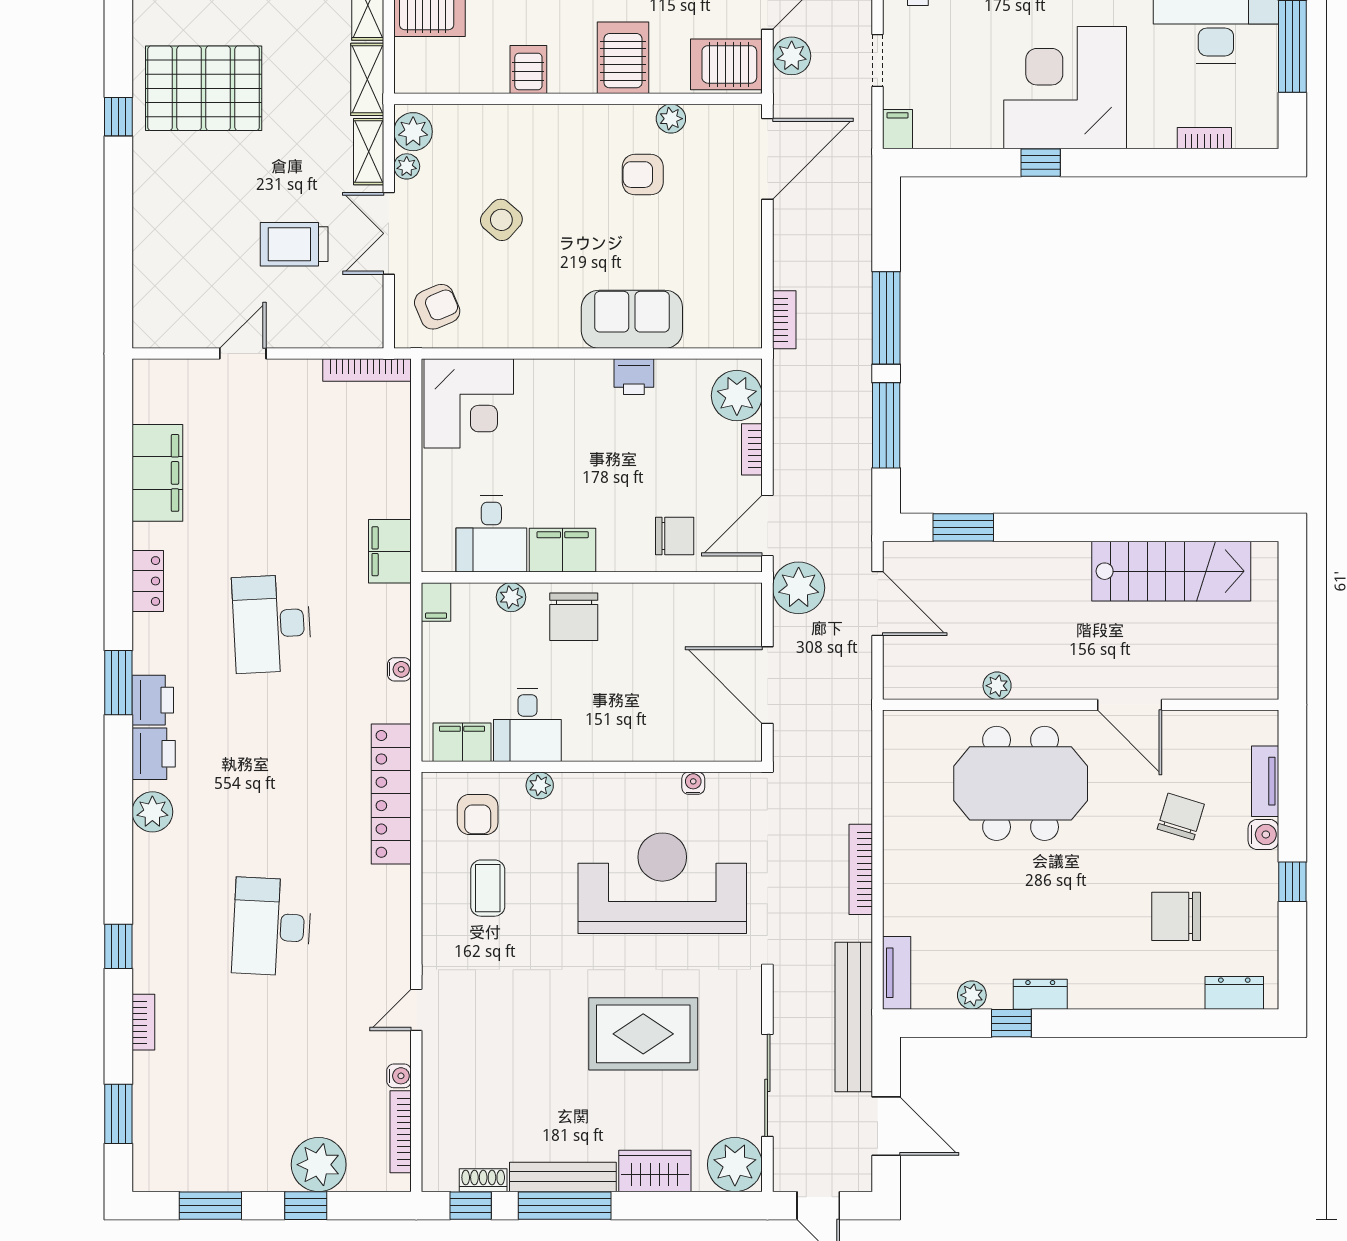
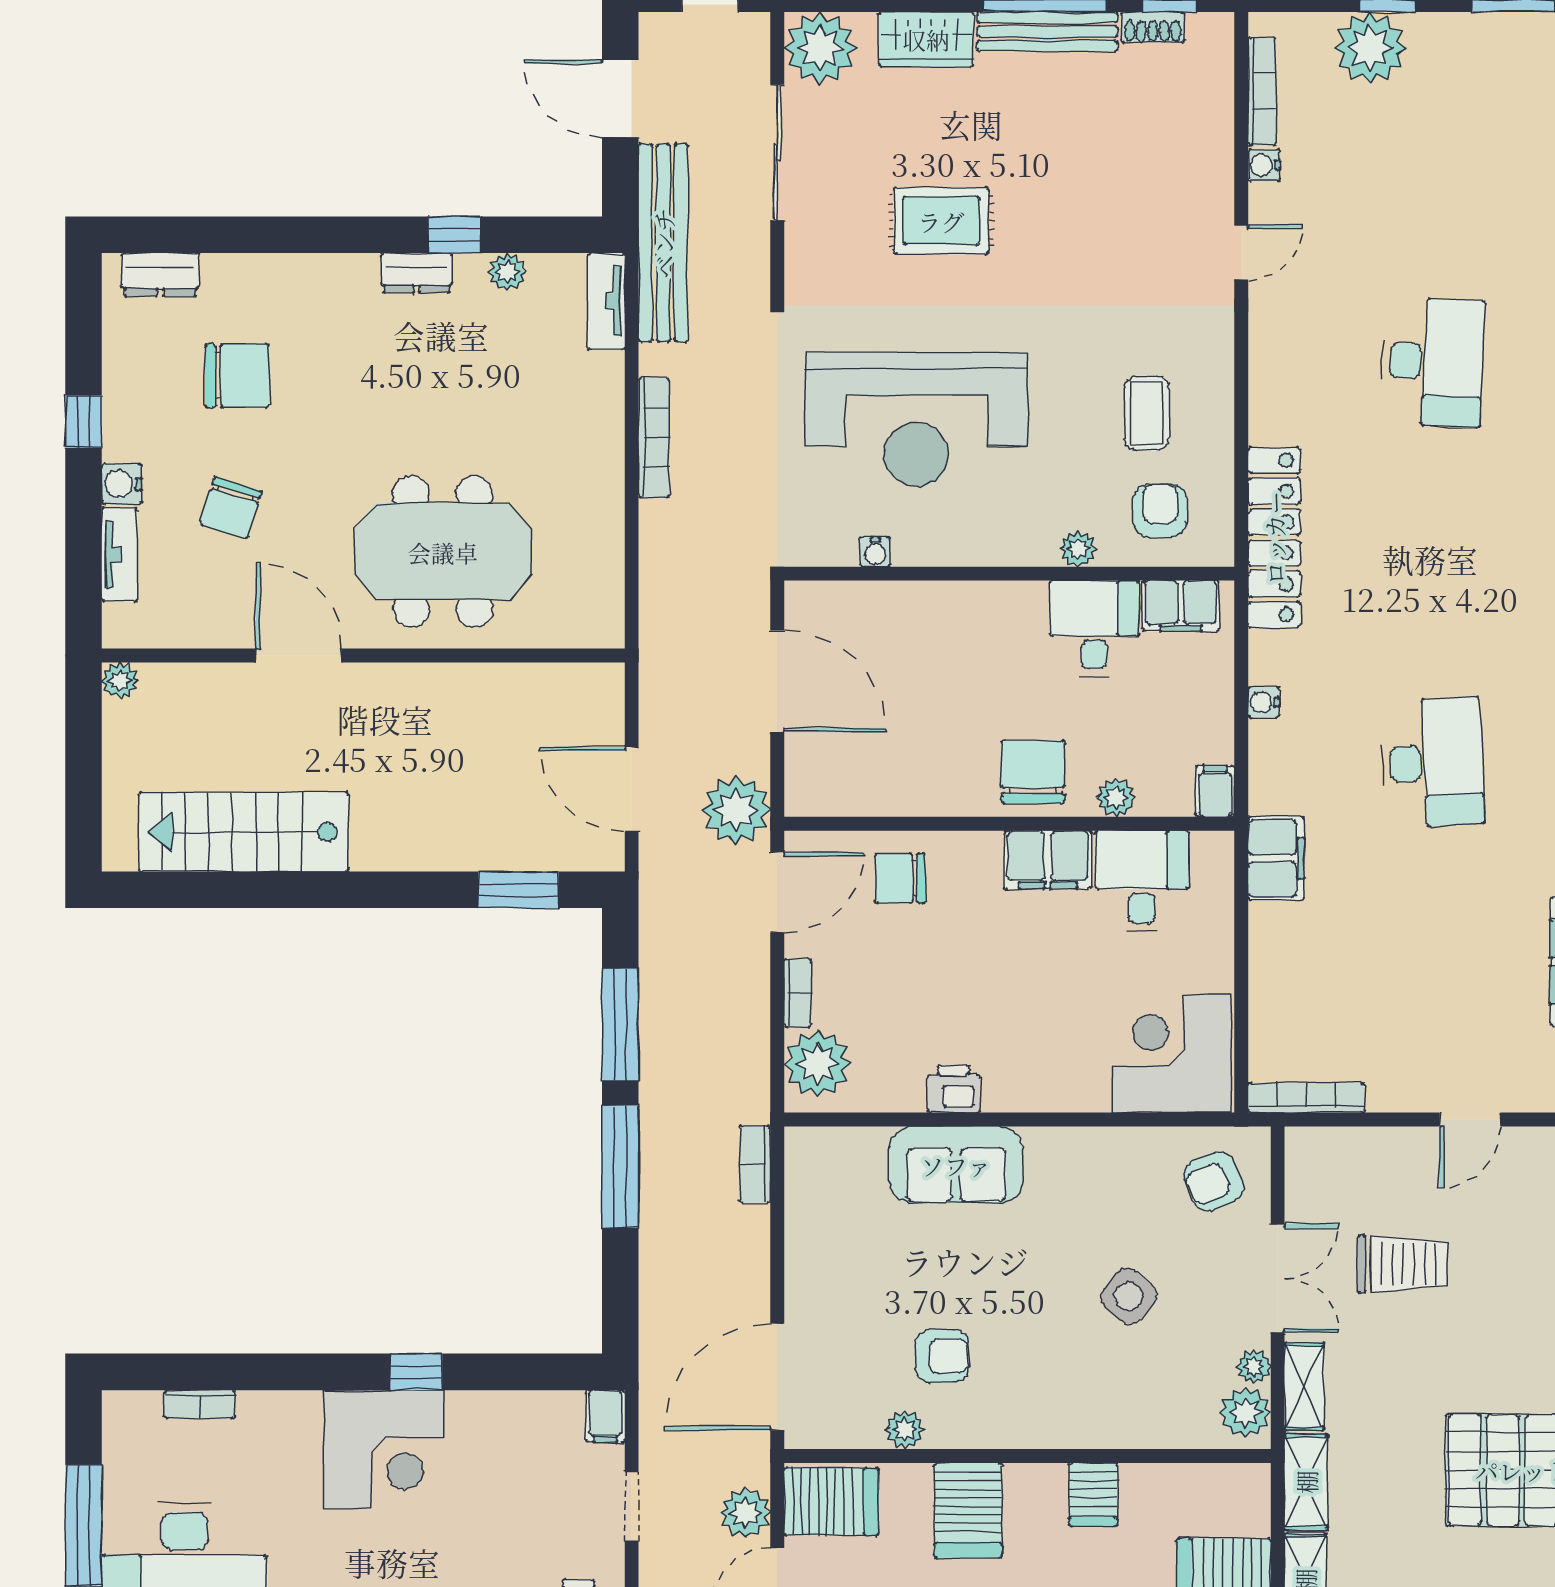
corner desk: (1065, 88) -> (384, 1450), width x0.74, depth x0.74
plant: (997, 686) -> (120, 681), moved
rug: (643, 1034) -> (941, 221), width x0.73, depth x0.70

